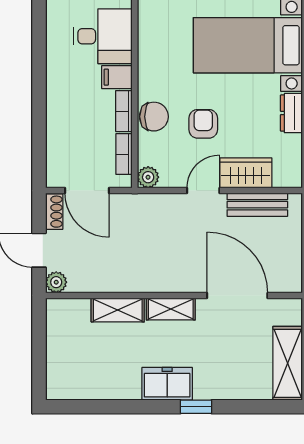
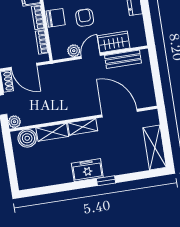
plant: (148, 177) -> (74, 51), moved
boiler: (73, 314) -> (27, 138), added

